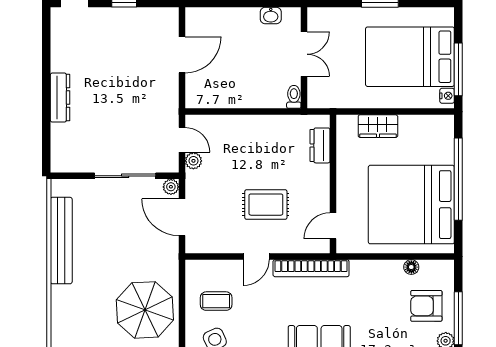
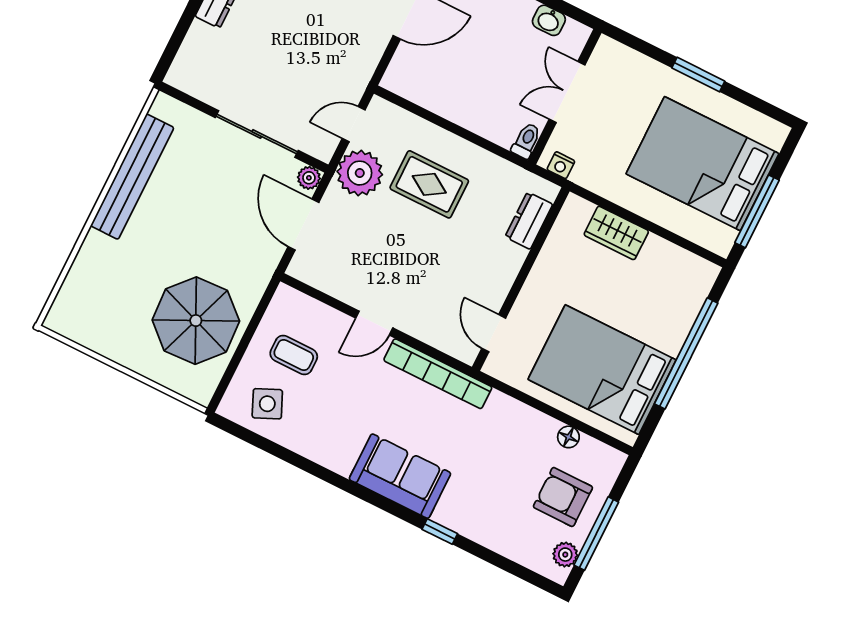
double door: (304, 54) -> (567, 92), swing flipped
nightstand: (447, 96) -> (561, 165), moved, turned 90
door: (182, 140) -> (354, 124), swing flipped
plant: (193, 161) -> (360, 173), width x1.88, depth x1.88
rug: (266, 205) -> (429, 184), moved
bed: (411, 205) -> (602, 370), width x0.73
door: (333, 226) -> (494, 333), hinge flipped

